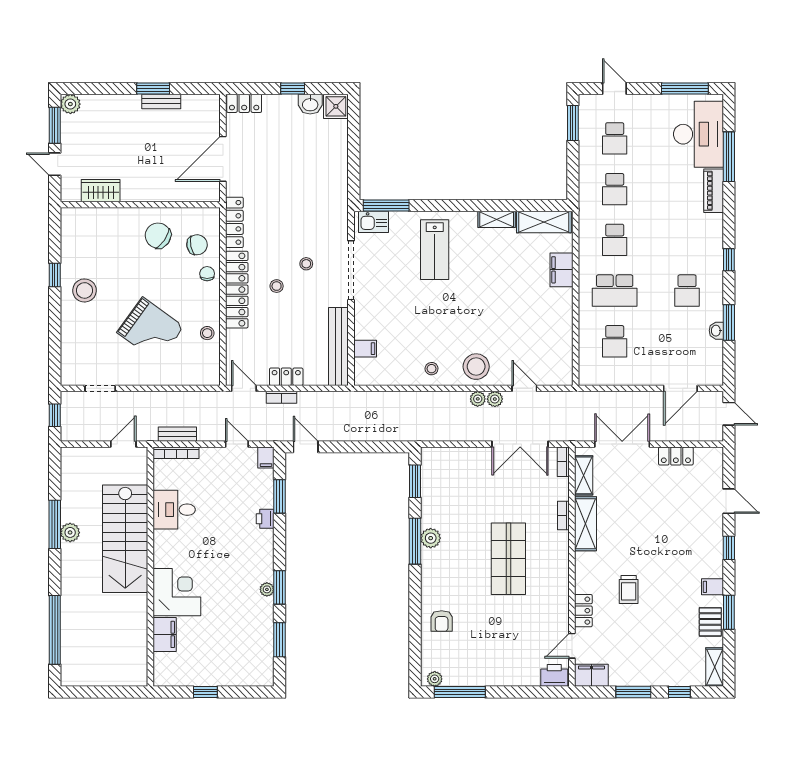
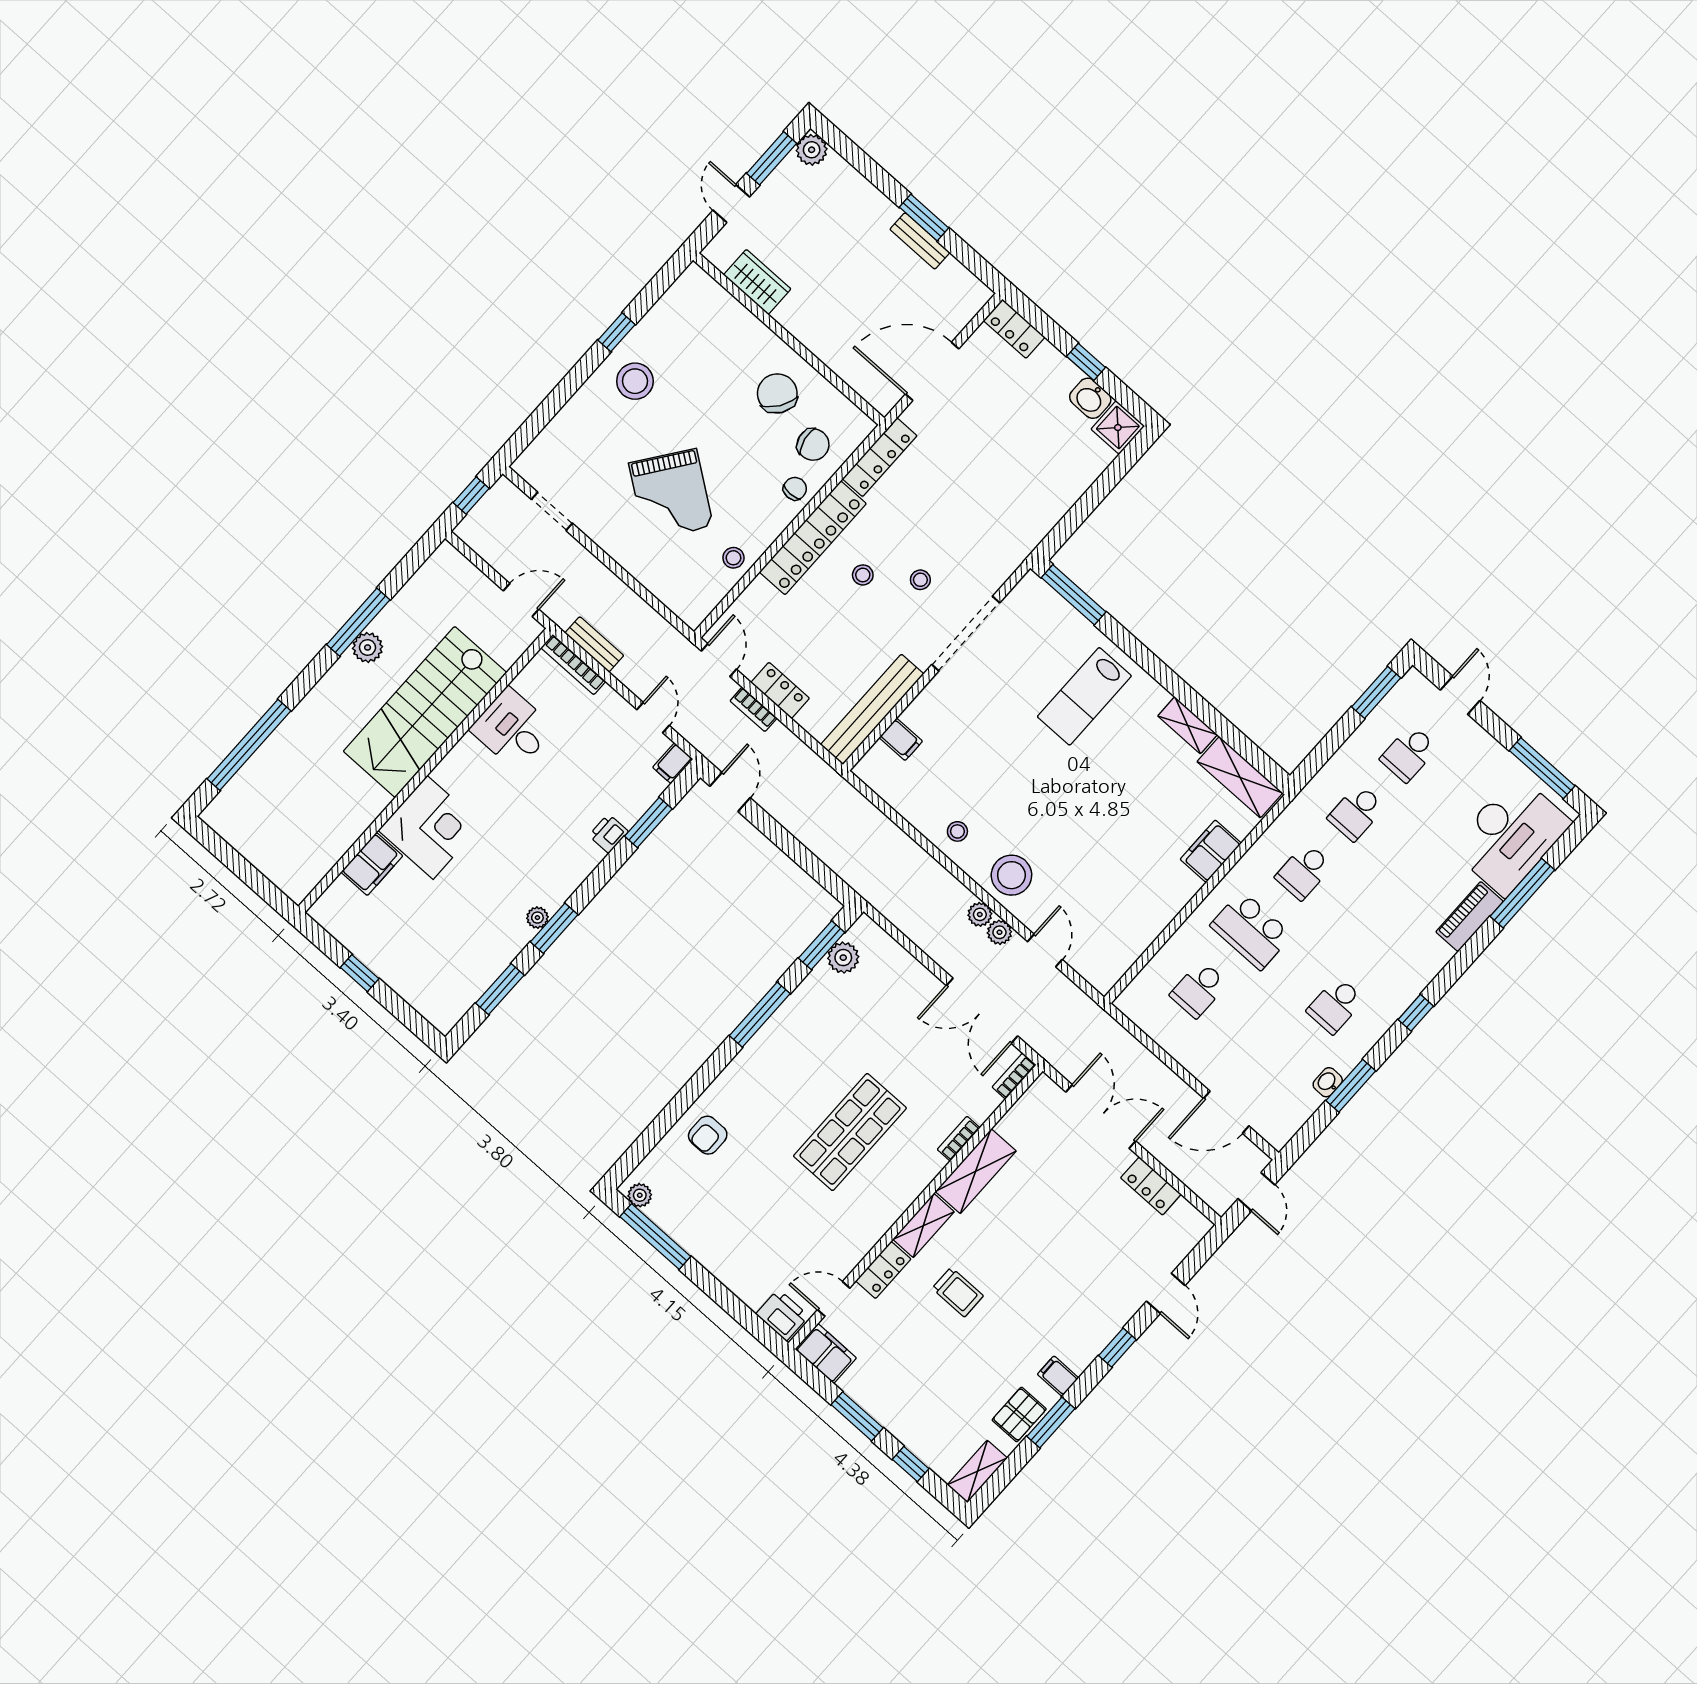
kitchen sink: (374, 222) -> (1042, 601), removed
shelving: (584, 475) -> (923, 1226), moved
plant: (431, 538) -> (843, 958), moved
trolley: (629, 589) -> (958, 1292), turned -90

